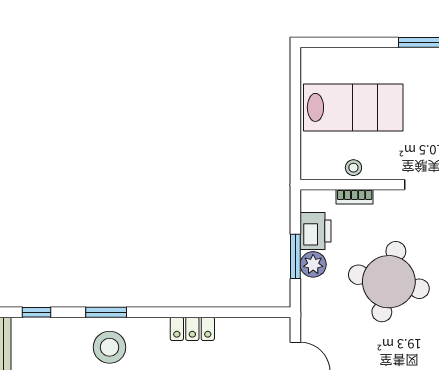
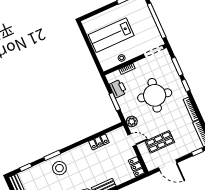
lab bench: (353, 107) -> (111, 35), turned 180
plant: (313, 264) -> (132, 121), moved
locker: (192, 329) -> (99, 142), moved

